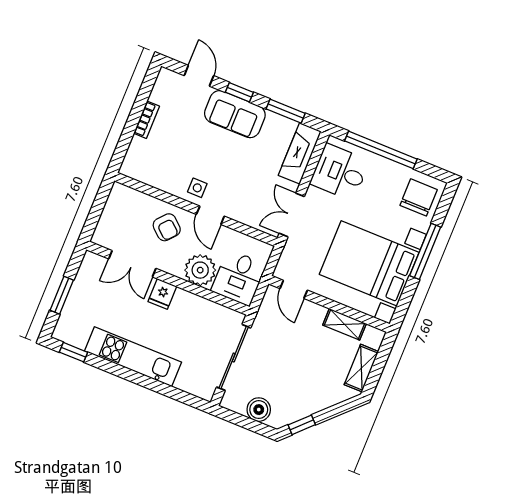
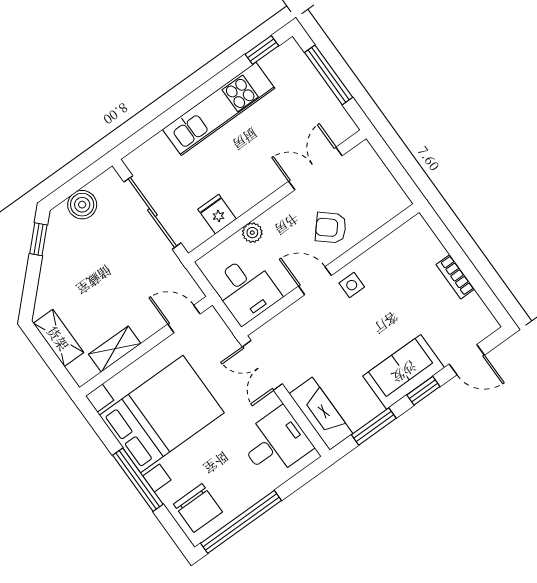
window: (381, 150) -> (241, 522), moved
double door: (292, 215) -> (262, 365), swing flipped
plant: (200, 270) -> (252, 233), width x0.53, depth x0.53
desk: (239, 278) -> (246, 289), moved, turned 180
fridge: (162, 294) -> (217, 214), moved
window: (62, 295) -> (329, 75), width x1.44

